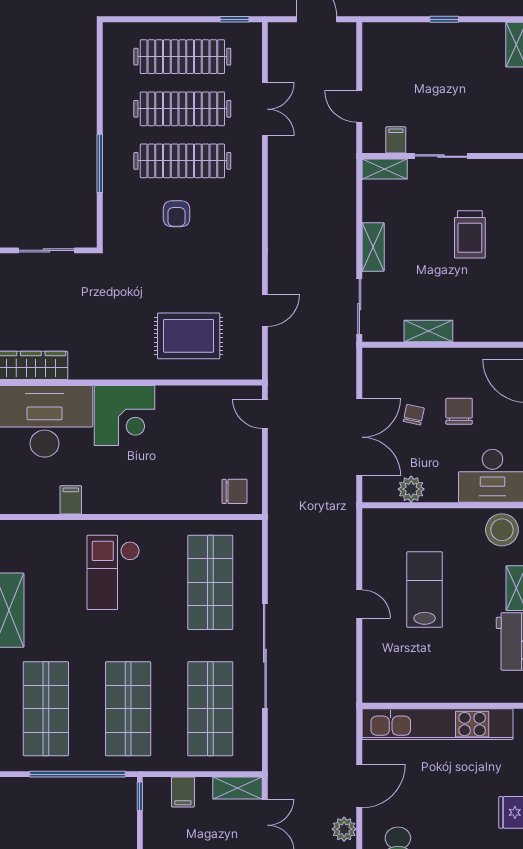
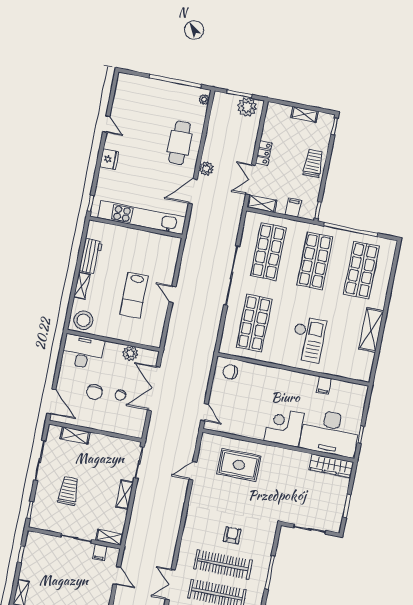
shelving: (428, 331) -> (75, 435), moved

